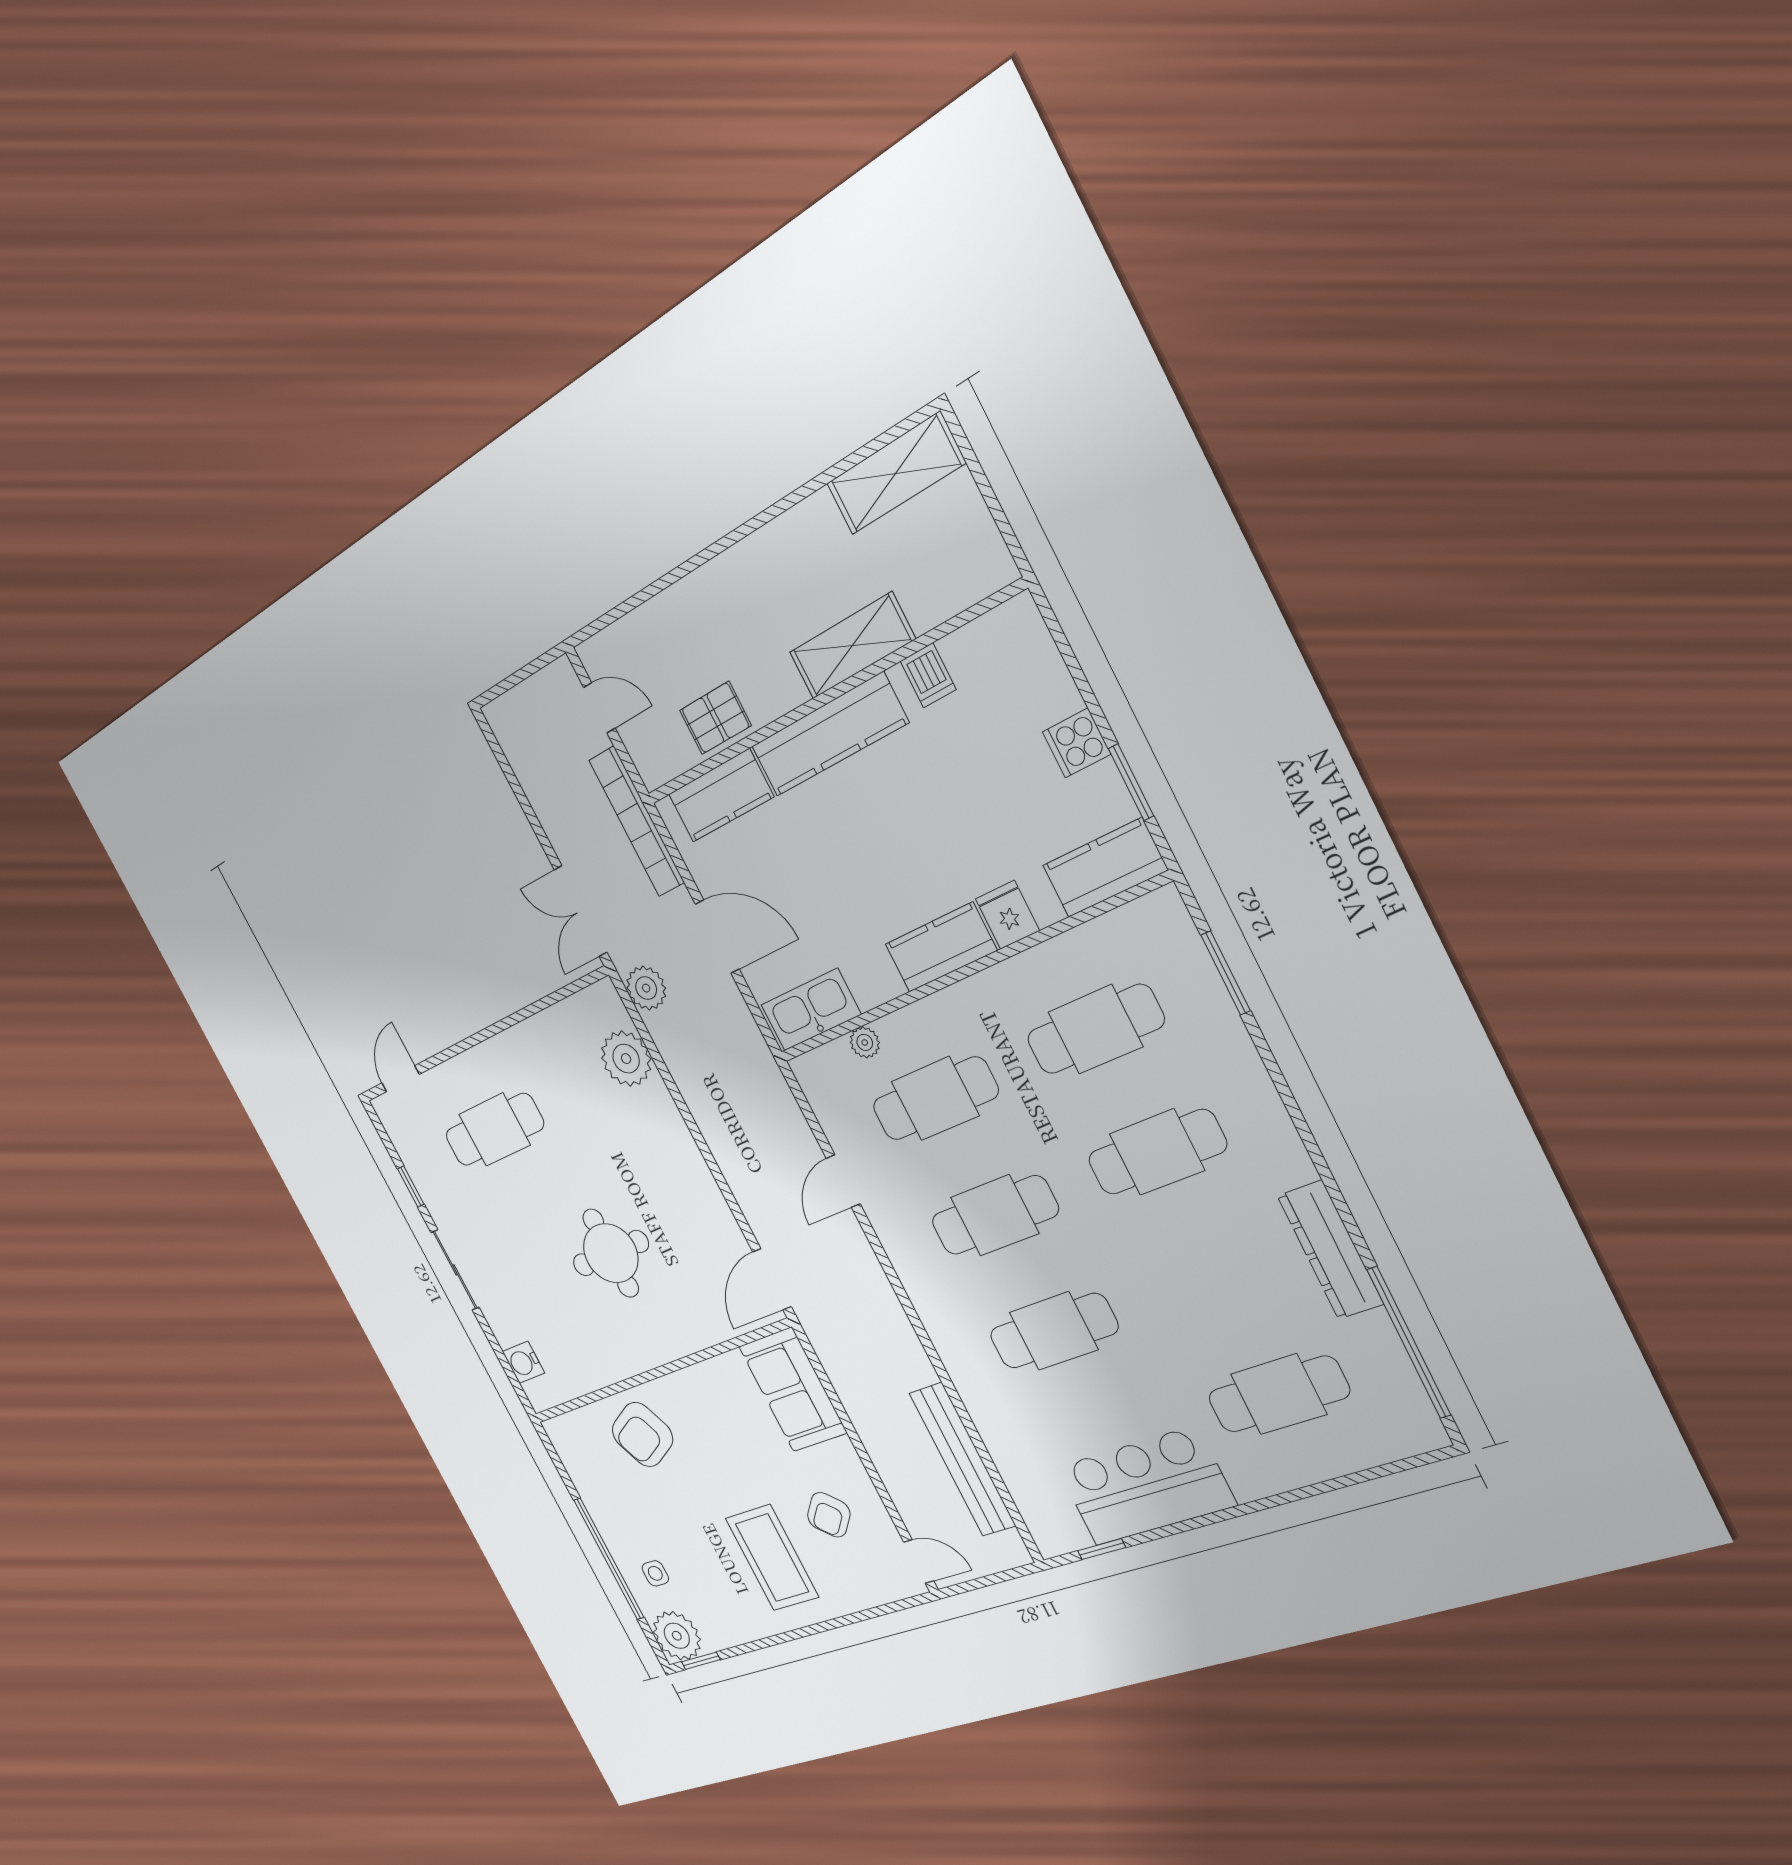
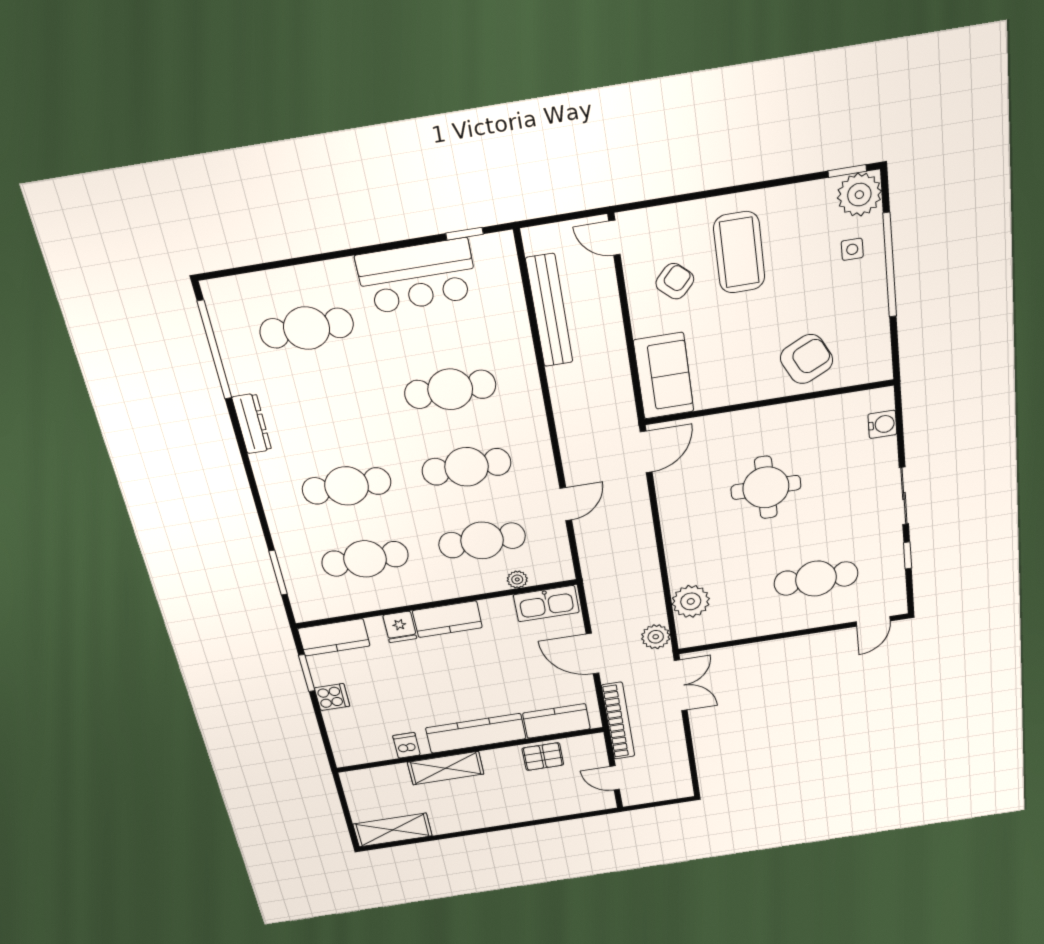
dresser: (1330, 1250) -> (252, 424), width x0.73, depth x0.80

